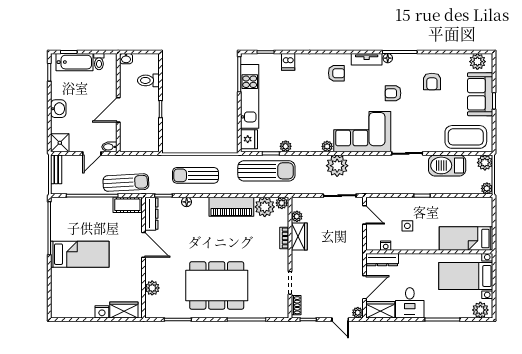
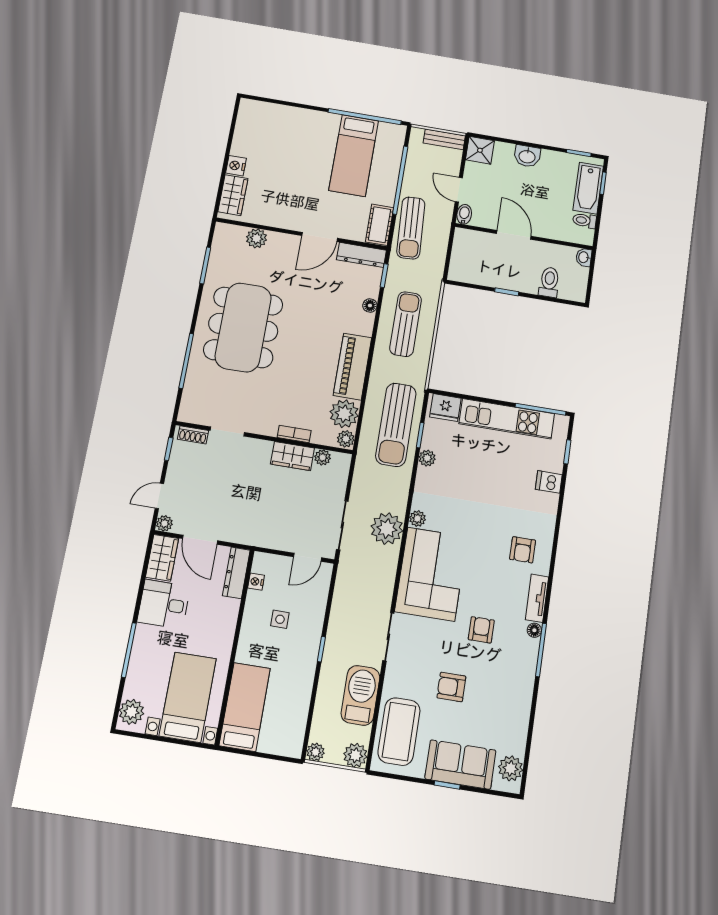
armchair: (432, 81) -> (451, 687), moved
bed: (80, 254) -> (354, 155), moved

